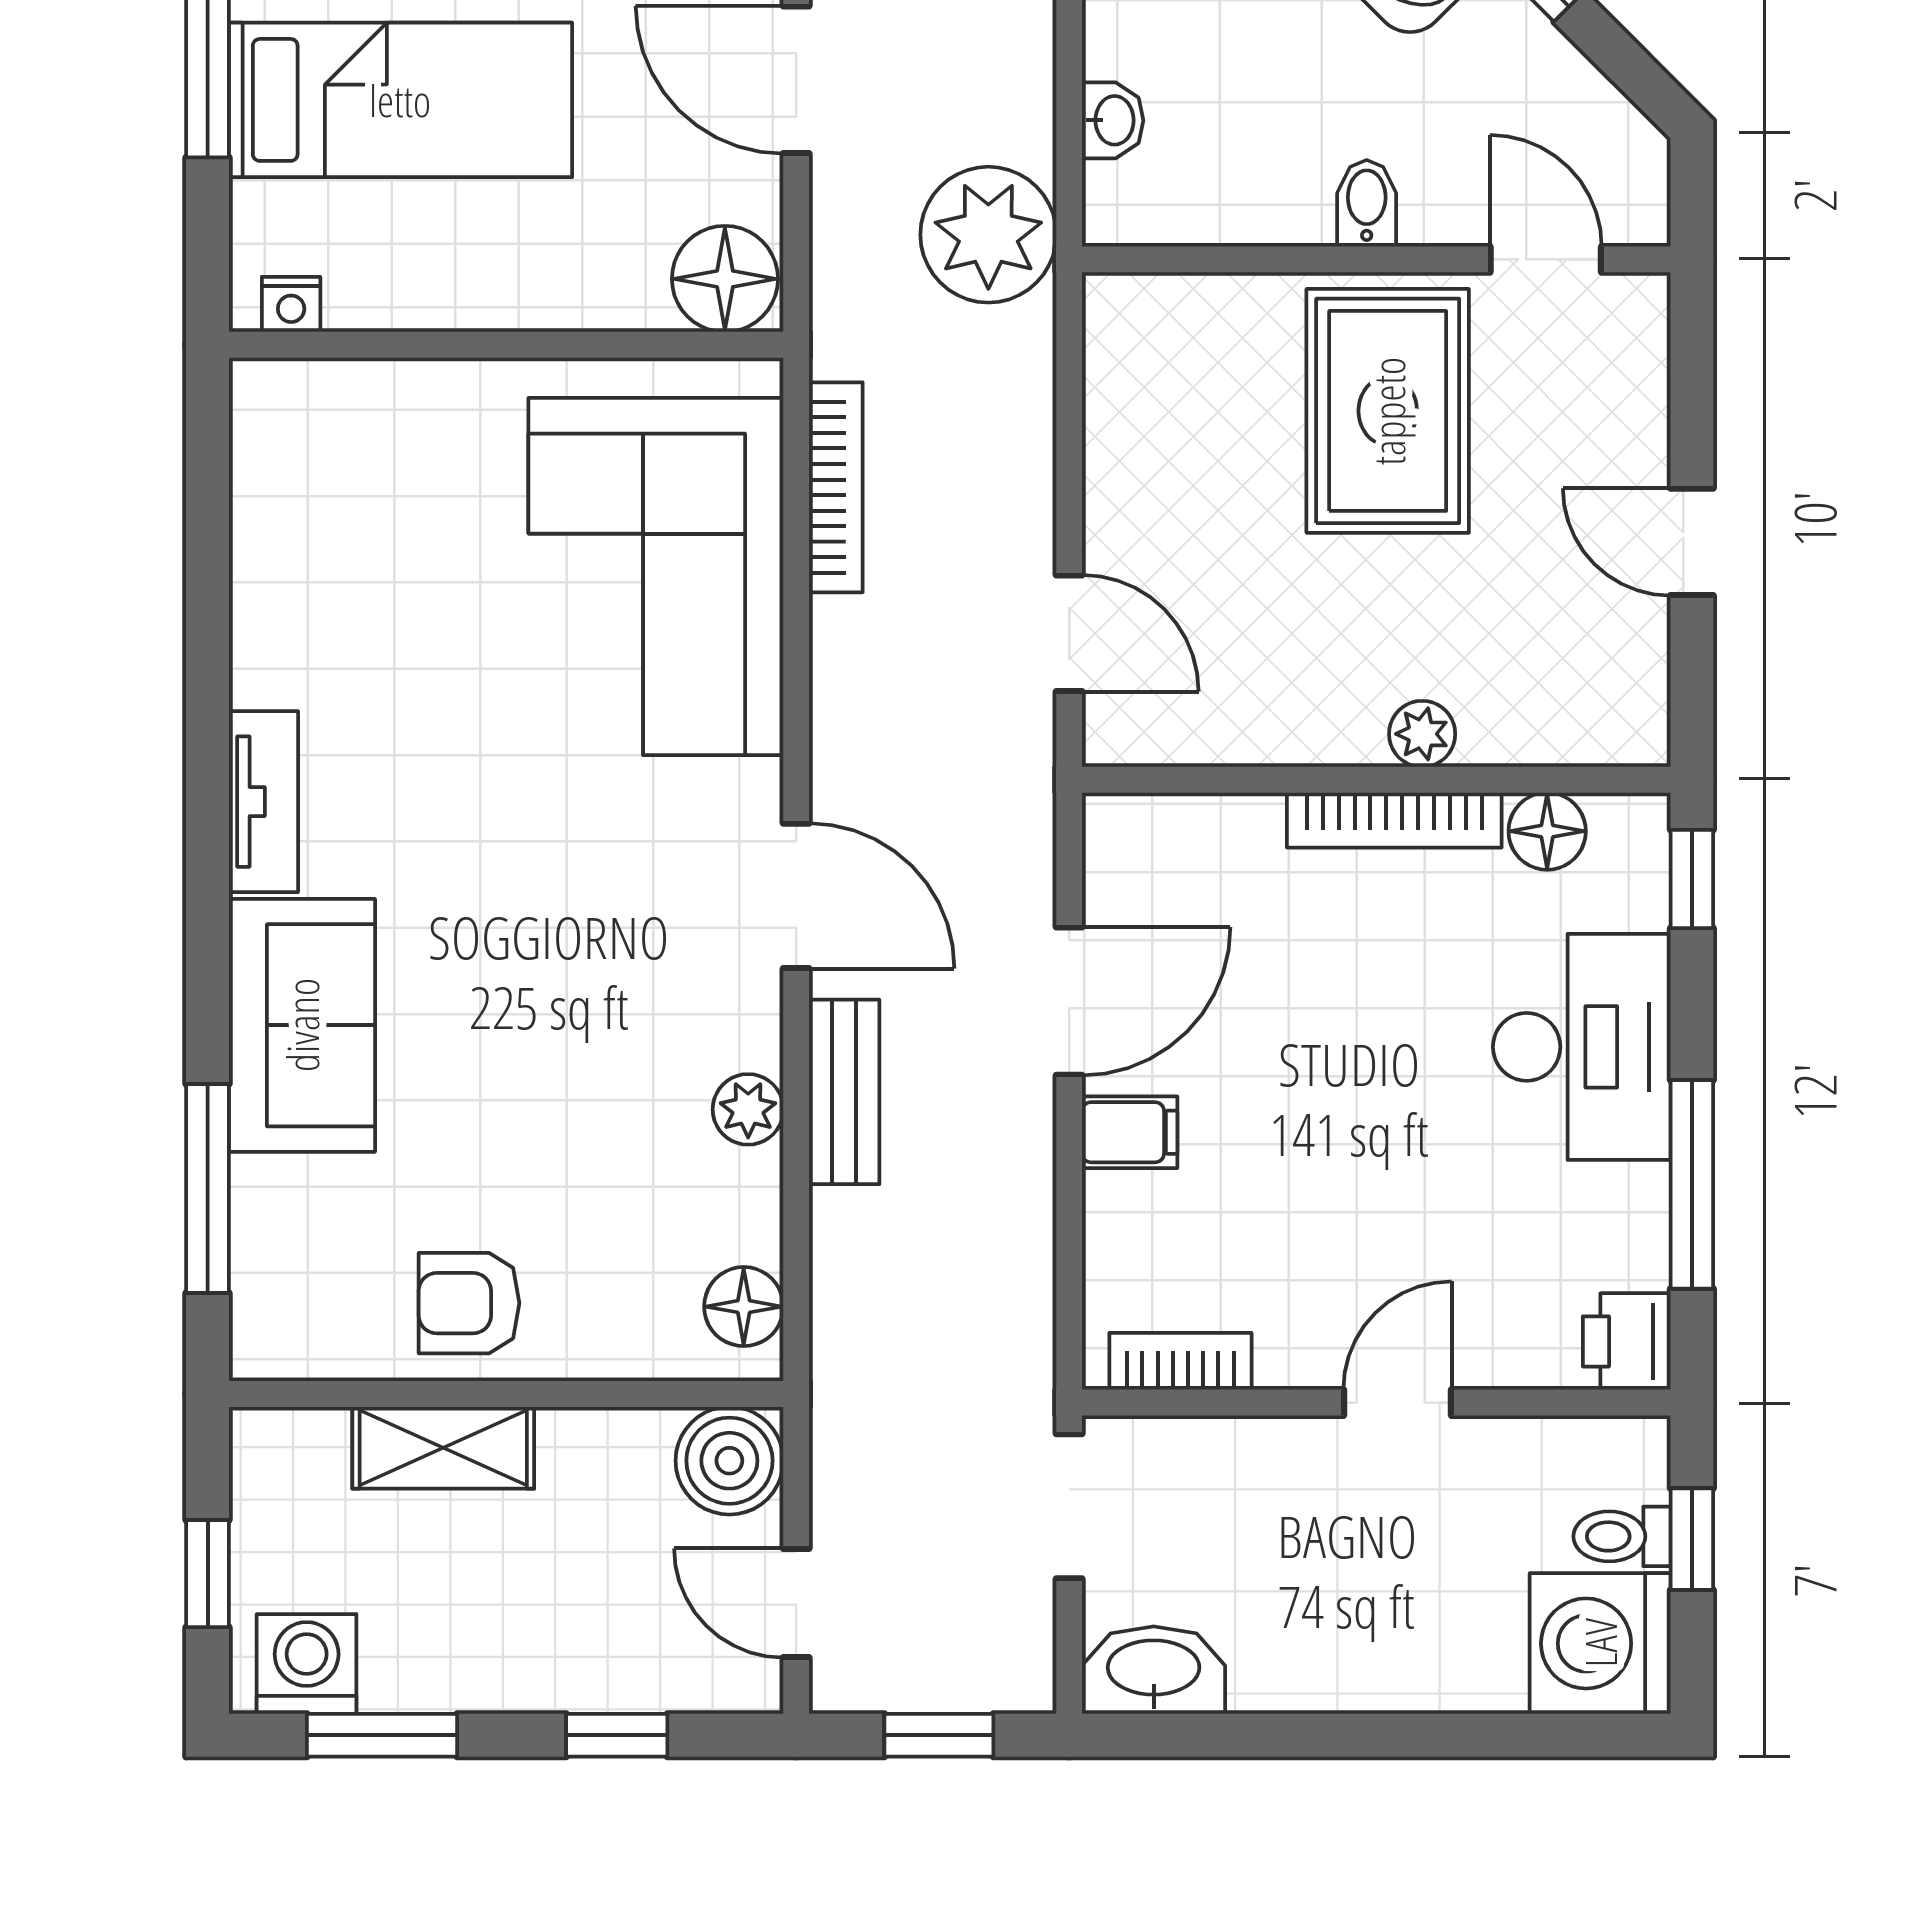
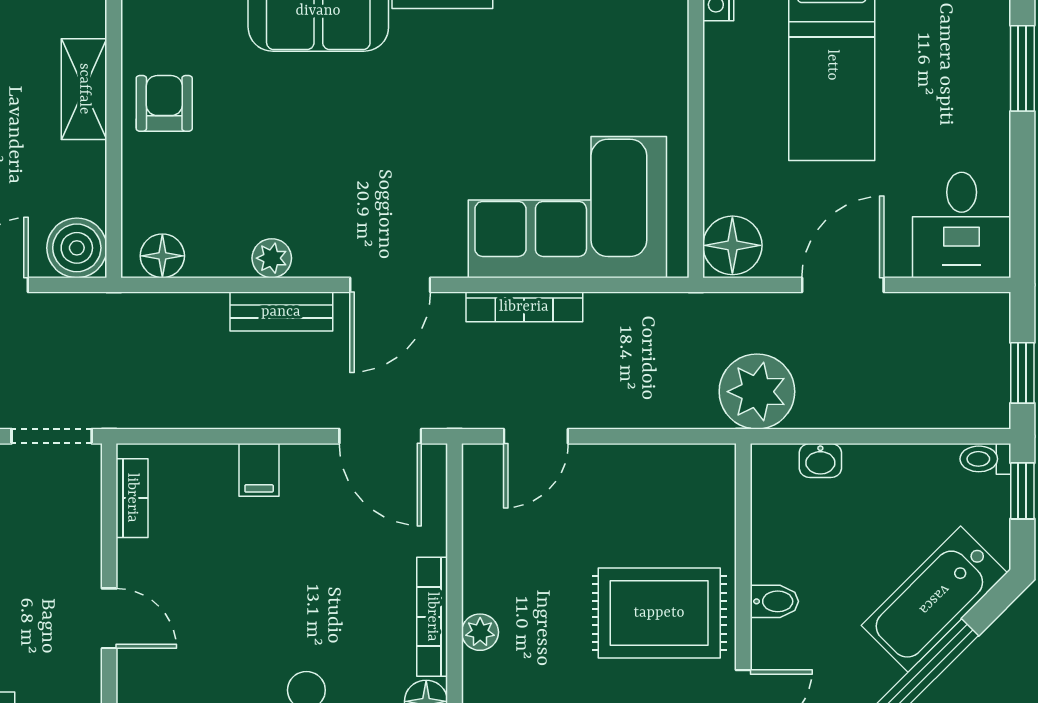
bookcase: (836, 487) -> (524, 307), moved
door: (1069, 1001) -> (380, 436), moved

